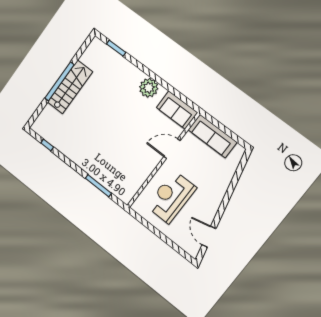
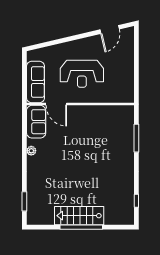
plant: (149, 88) -> (31, 151), width x0.53, depth x0.53
door: (172, 149) -> (56, 104), moved
reception desk: (171, 197) -> (82, 74), moved

